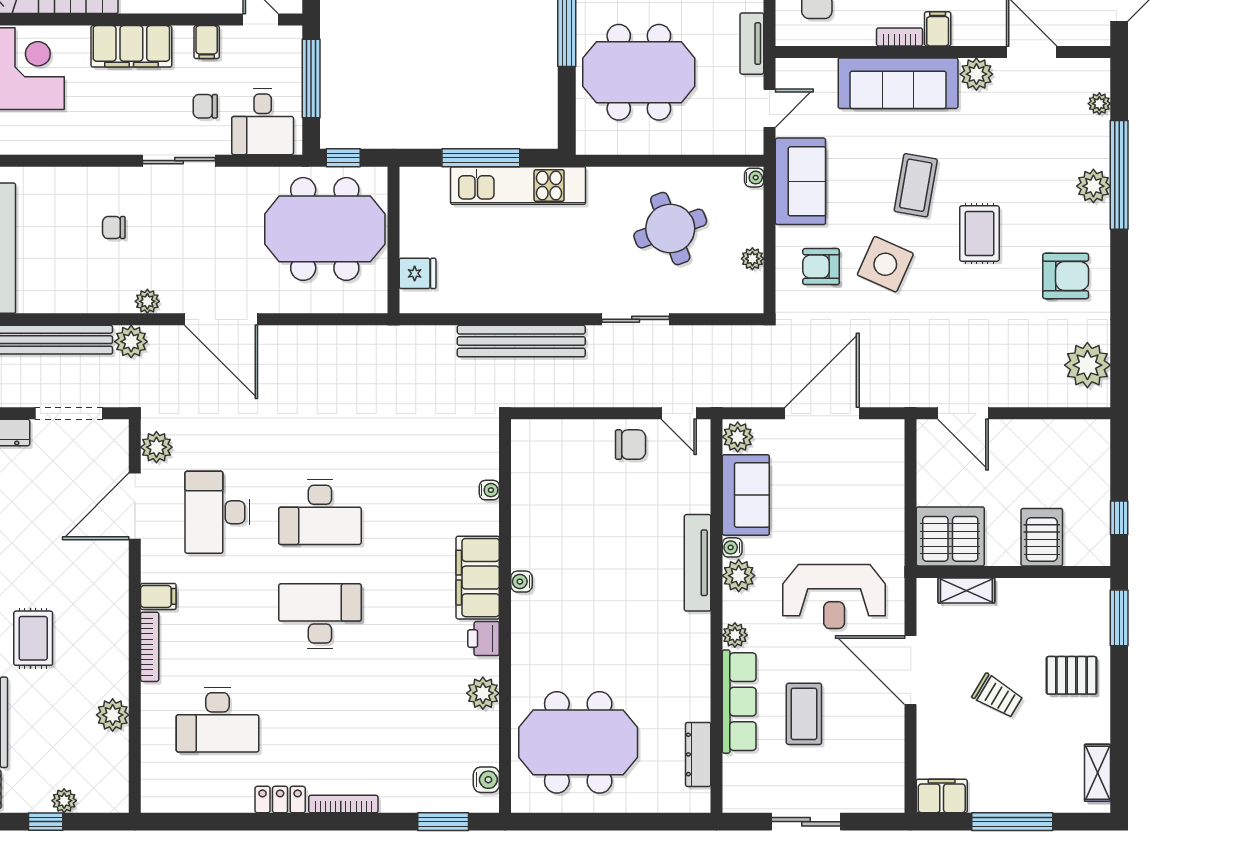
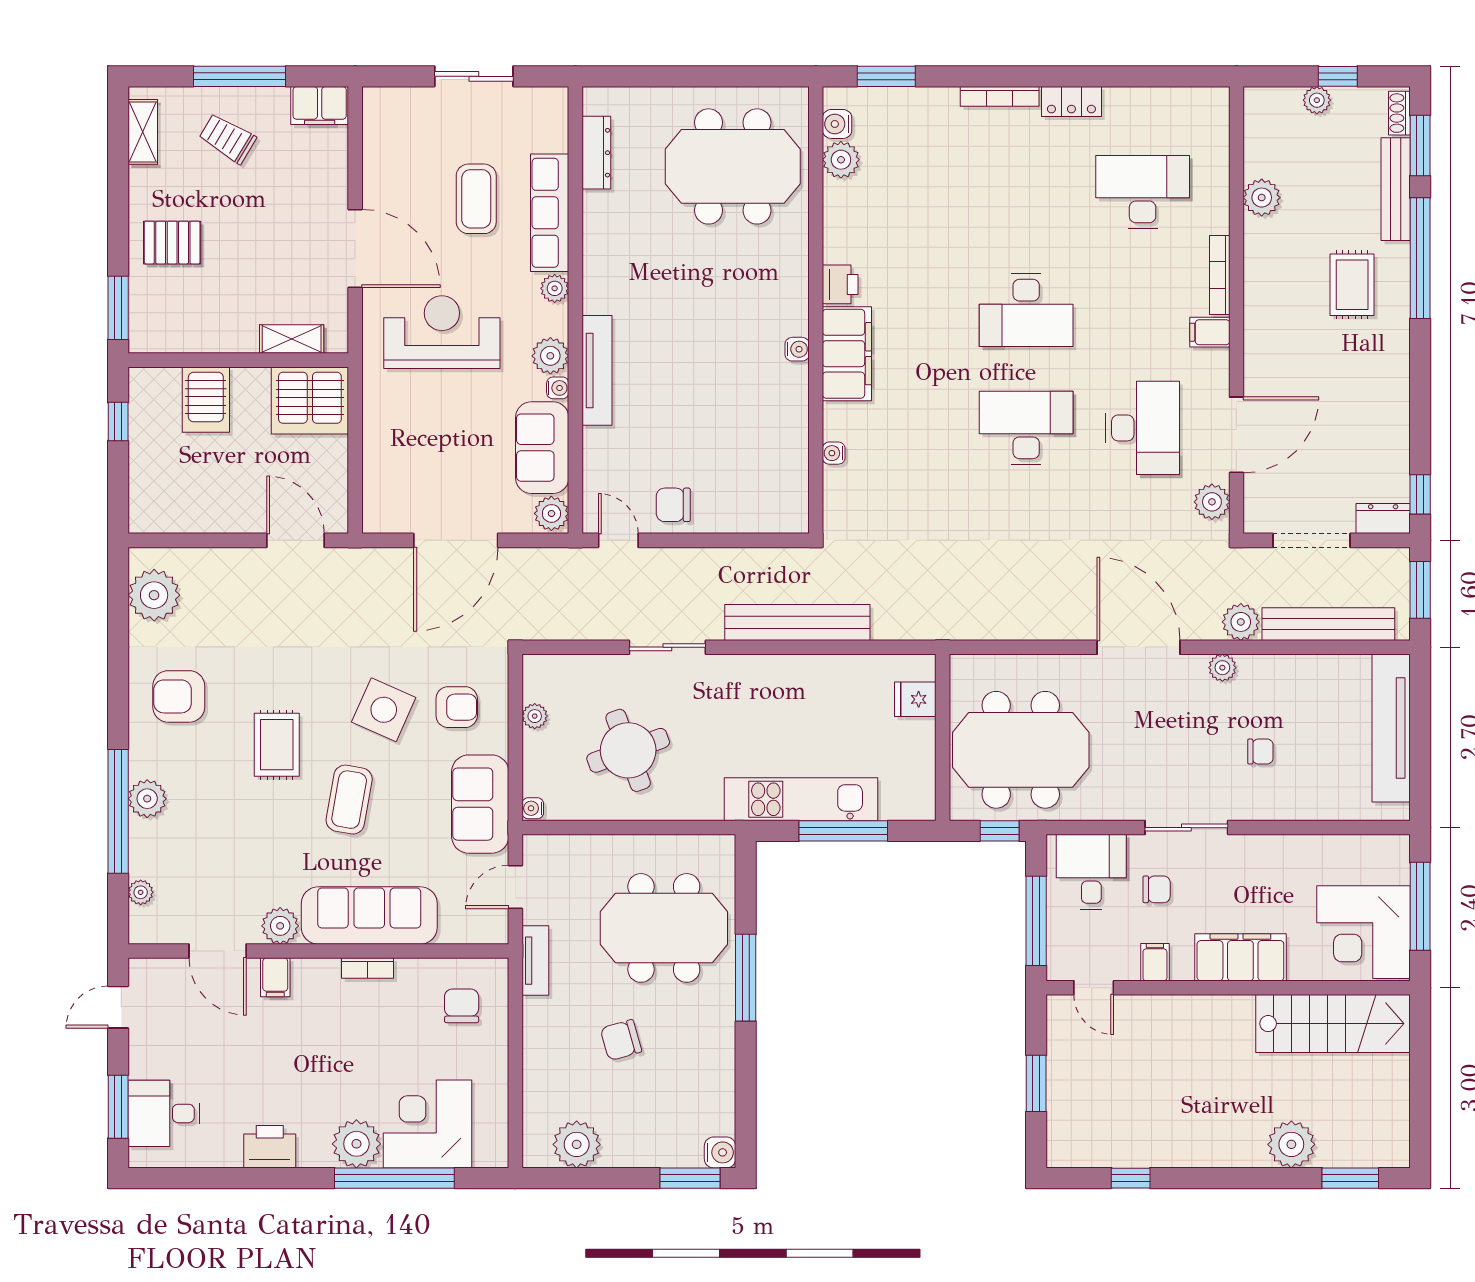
filing cabinet: (938, 29) -> (275, 977), moved
plant: (483, 693) -> (841, 160), moved
trolley: (997, 696) -> (227, 138), moved

